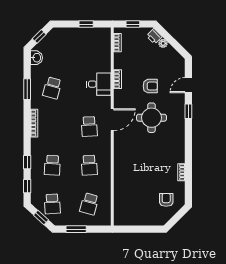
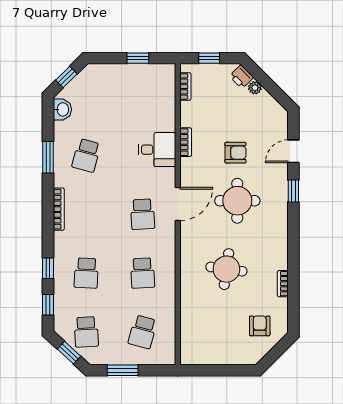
round table: (144, 163) -> (226, 269), added

